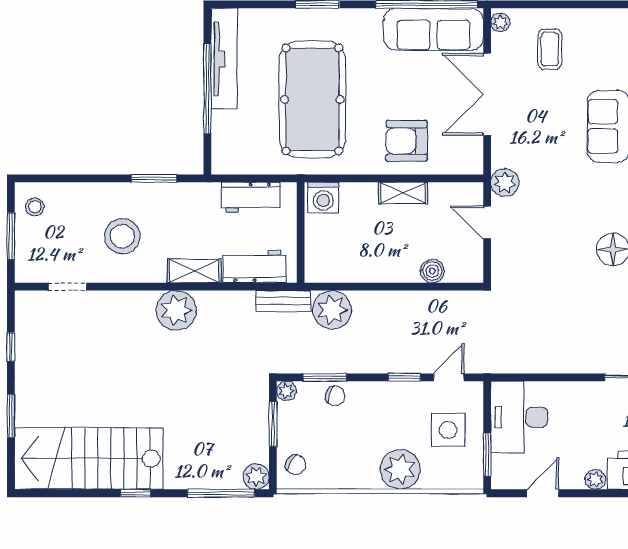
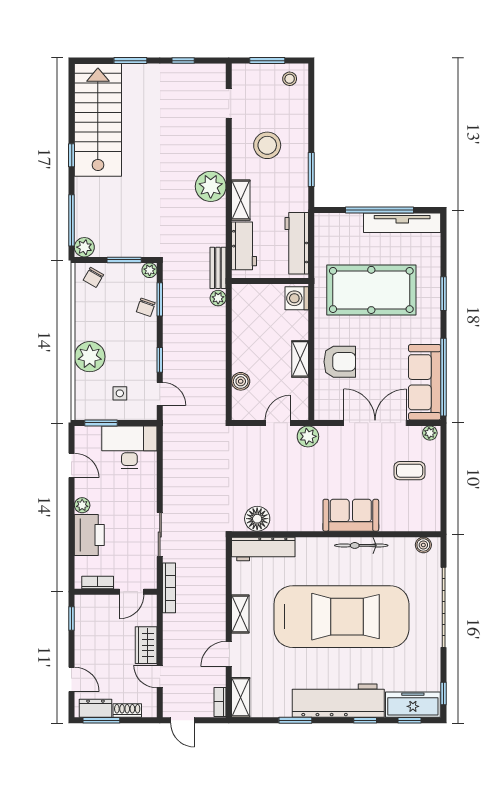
armchair: (407, 141) -> (340, 362), turned 90
workbench: (251, 197) -> (297, 243), width x1.37
plant: (332, 310) -> (218, 298), width x0.53, depth x0.53
side table: (448, 430) -> (120, 393), width x0.54, depth x0.54

